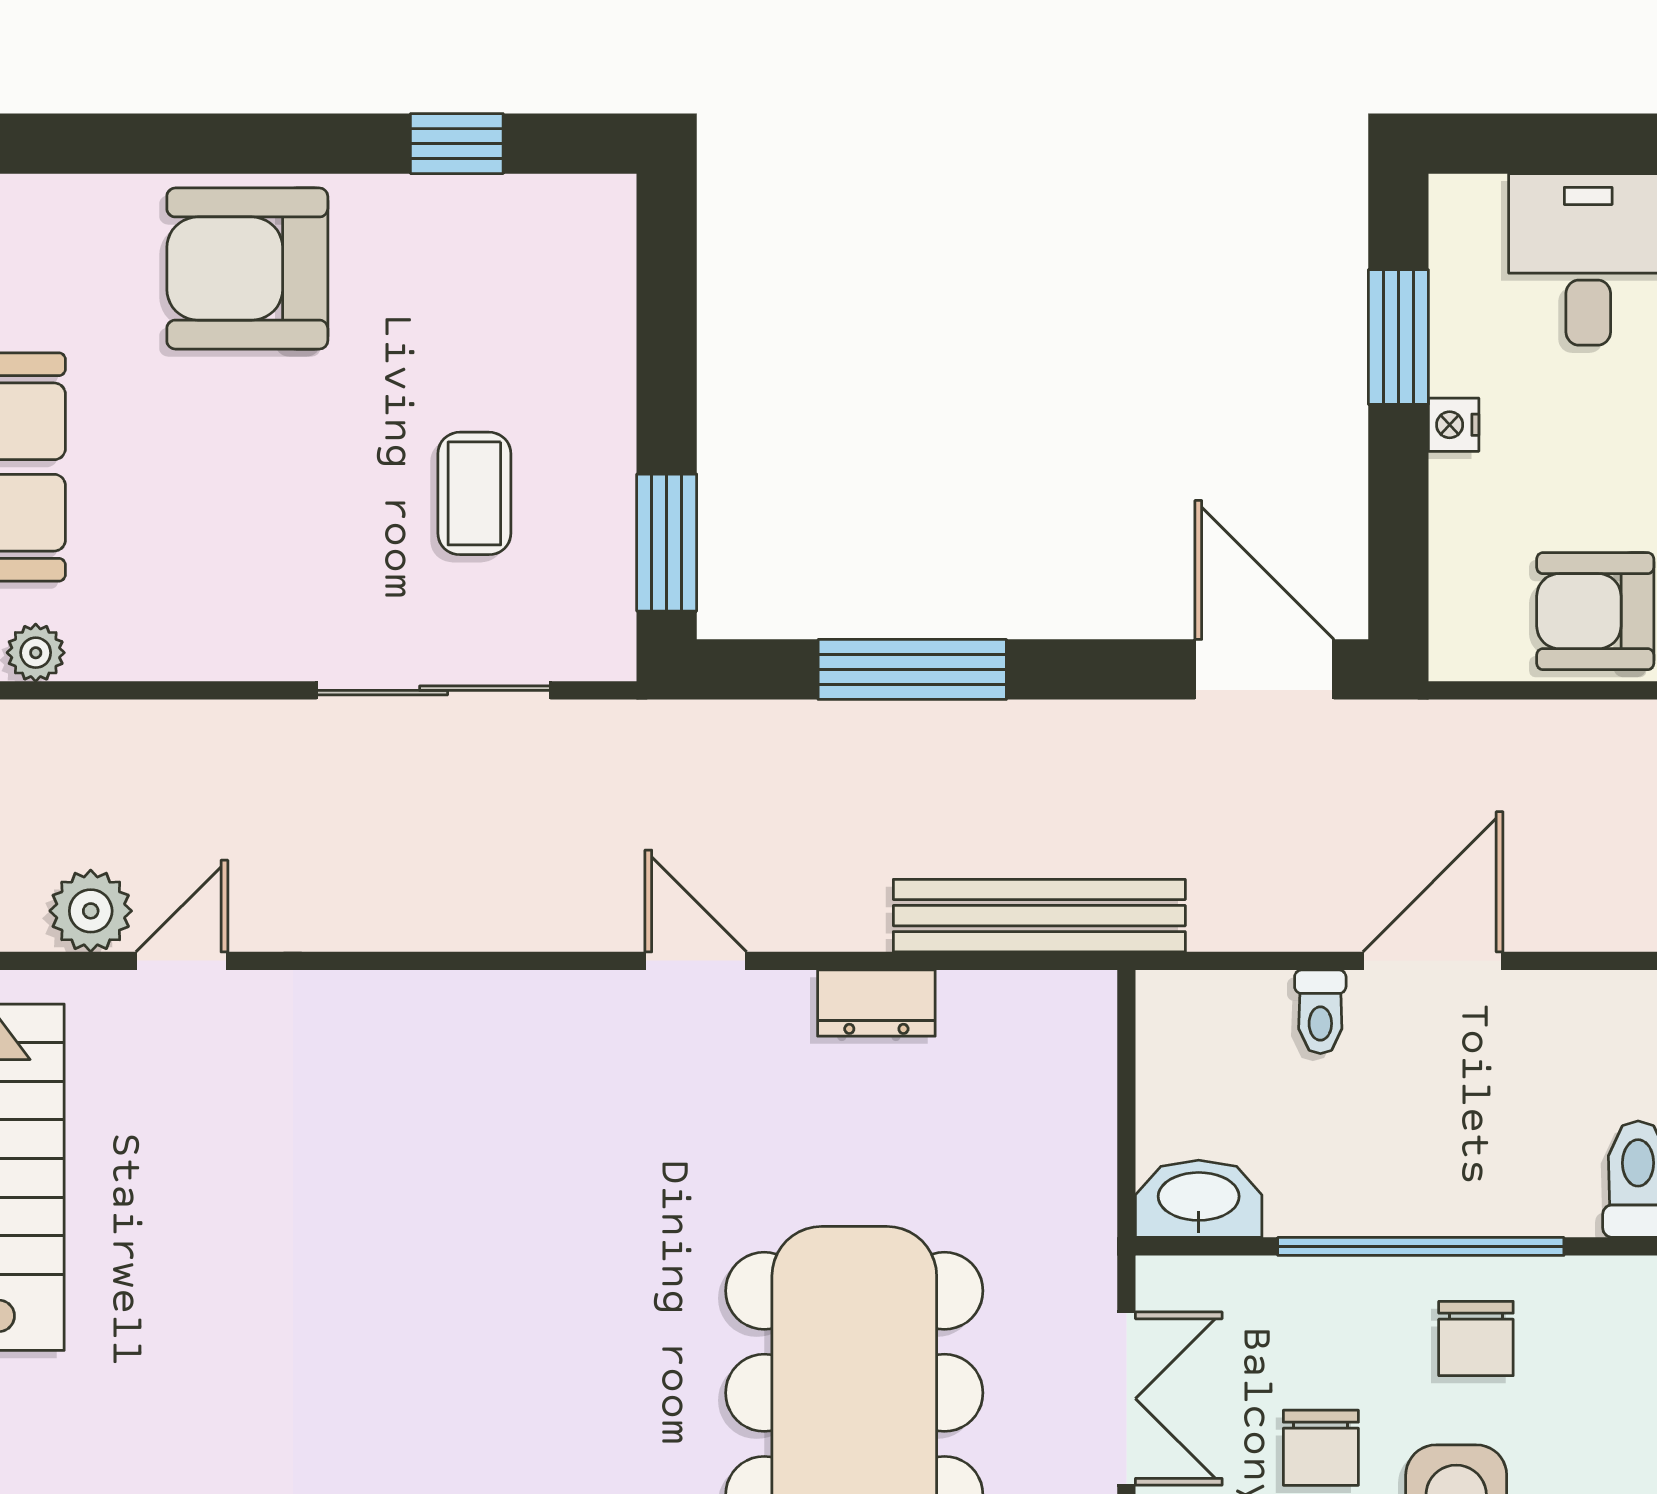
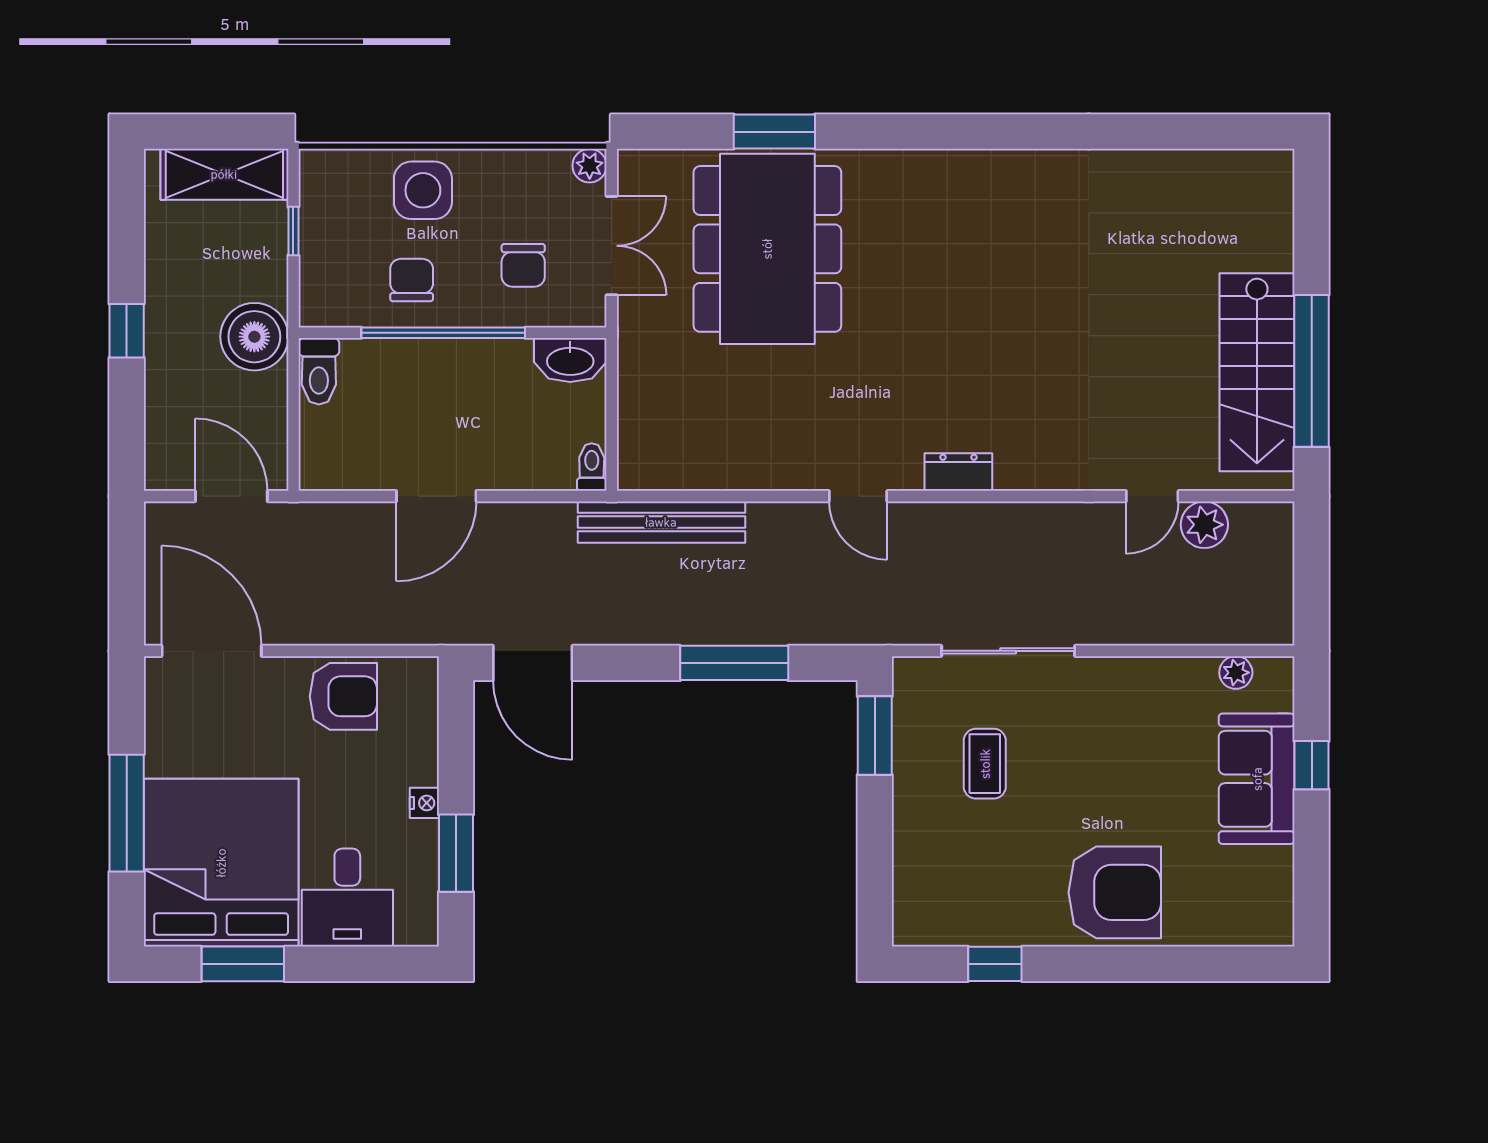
dresser: (876, 1003) -> (958, 472), moved
toilet: (1320, 1012) -> (592, 467), moved
double door: (1126, 1399) -> (612, 246), swing flipped
chair: (1321, 1448) -> (523, 265), moved, turned 180

